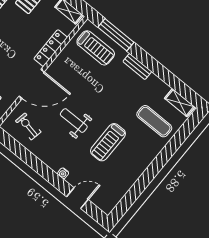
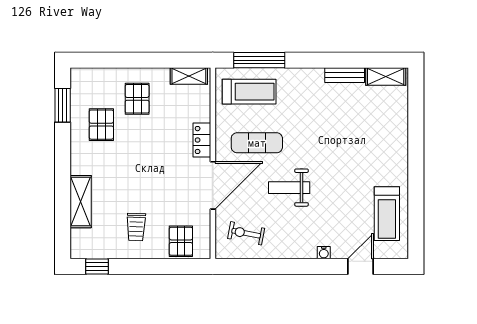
locker: (51, 48) -> (202, 140), width x0.66
bench: (137, 66) -> (345, 75), moved
exercise mat: (154, 121) -> (257, 143), moved
treadmill: (108, 142) -> (387, 214), moved

